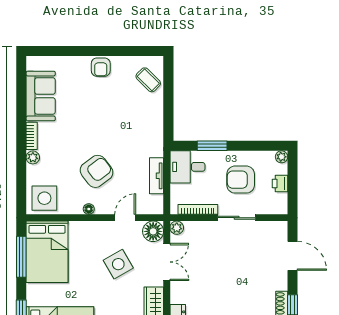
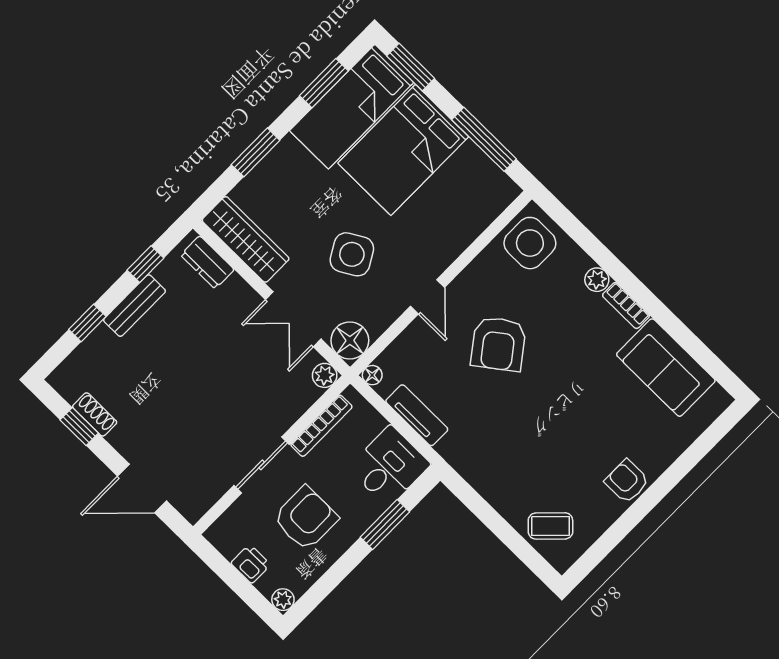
floor lamp: (89, 209) -> (372, 375), moved
door: (125, 218) -> (427, 297), moved
bed: (47, 252) -> (403, 150), moved, turned -90

